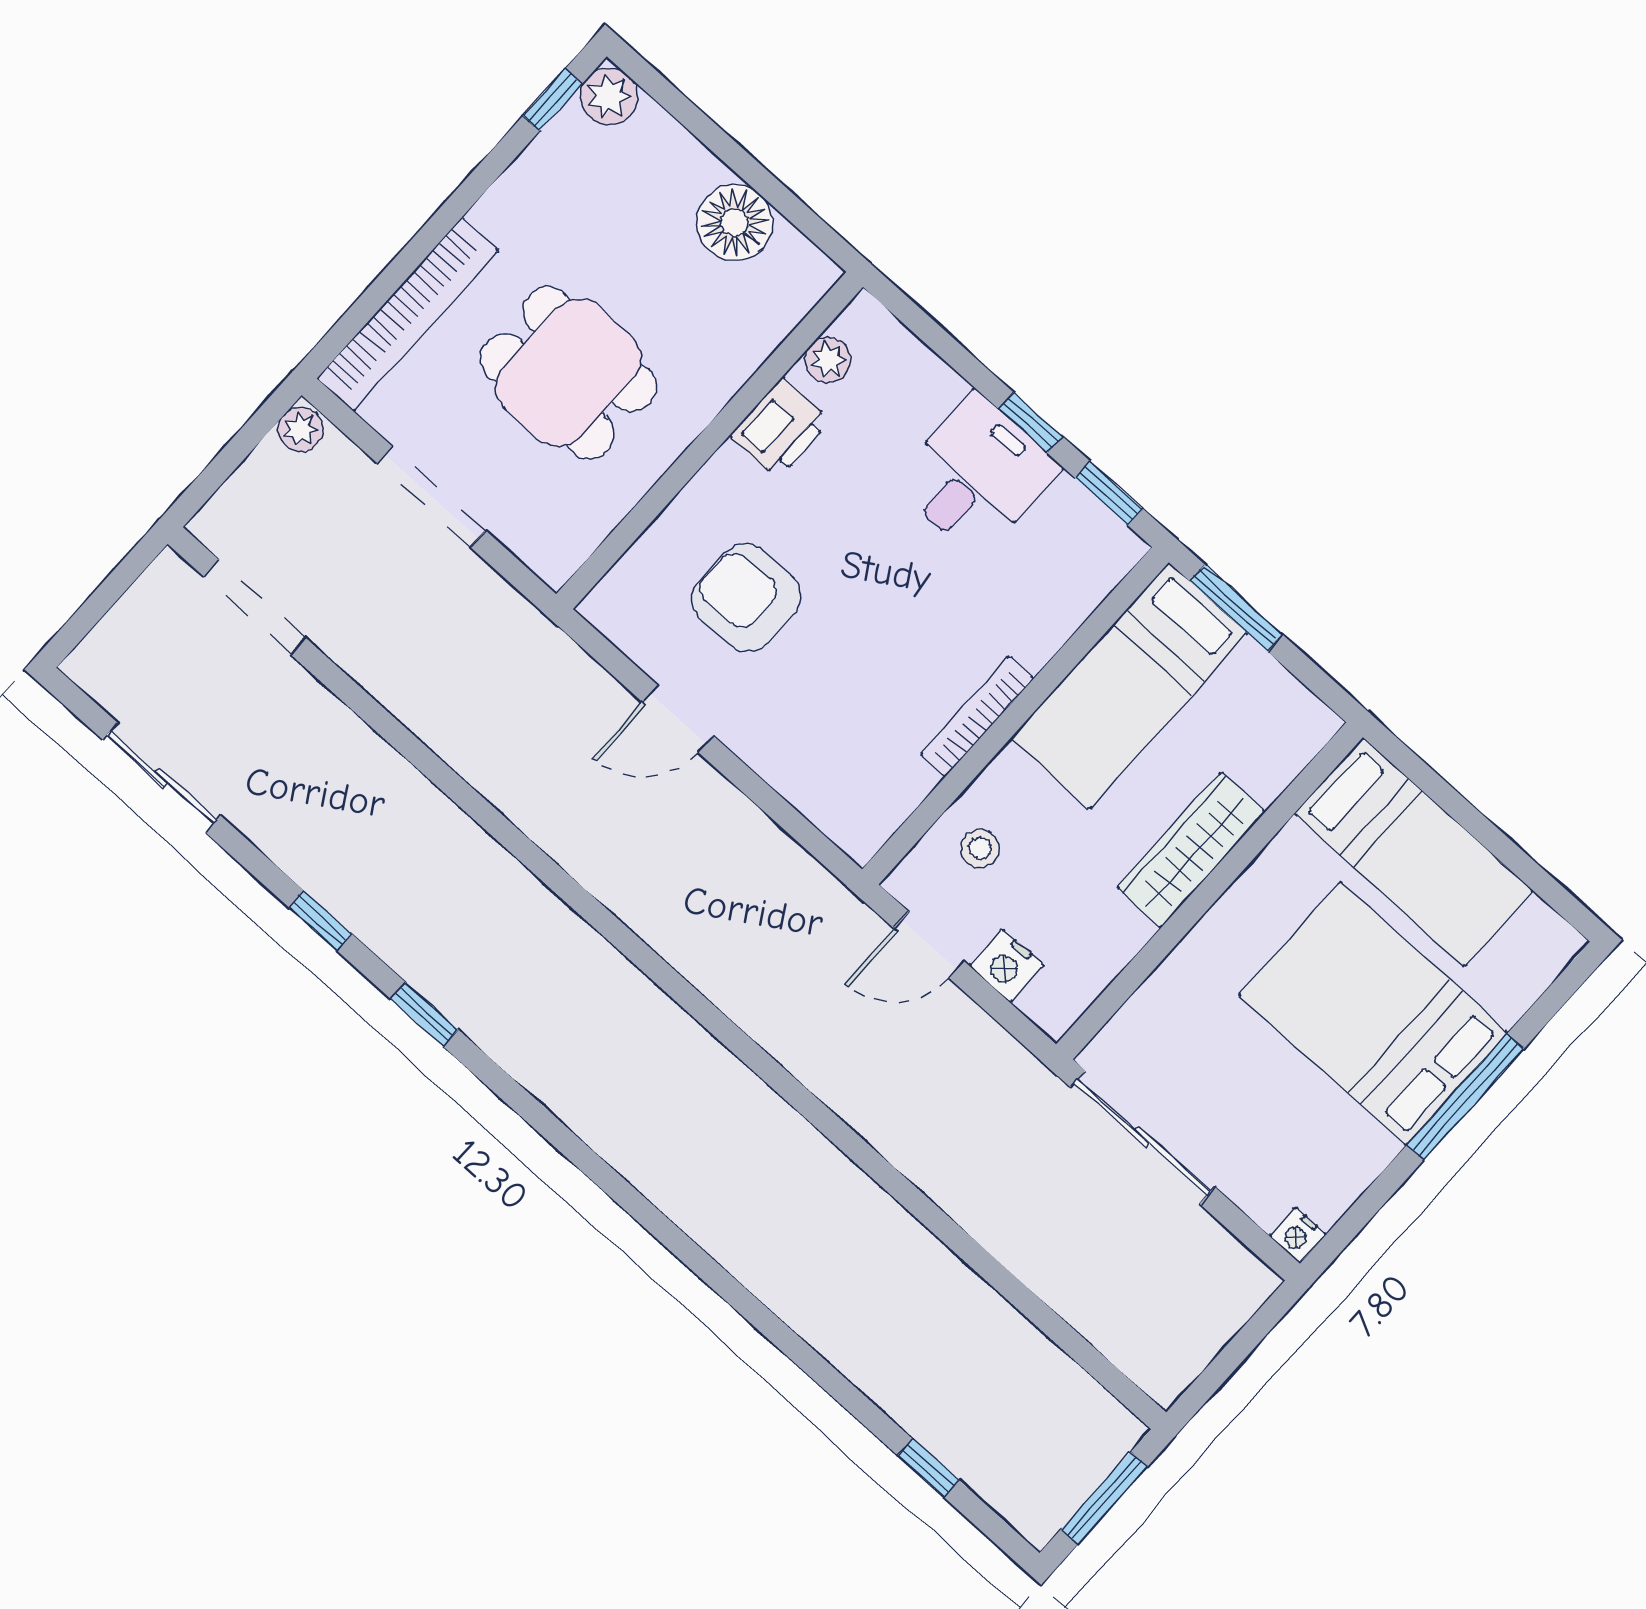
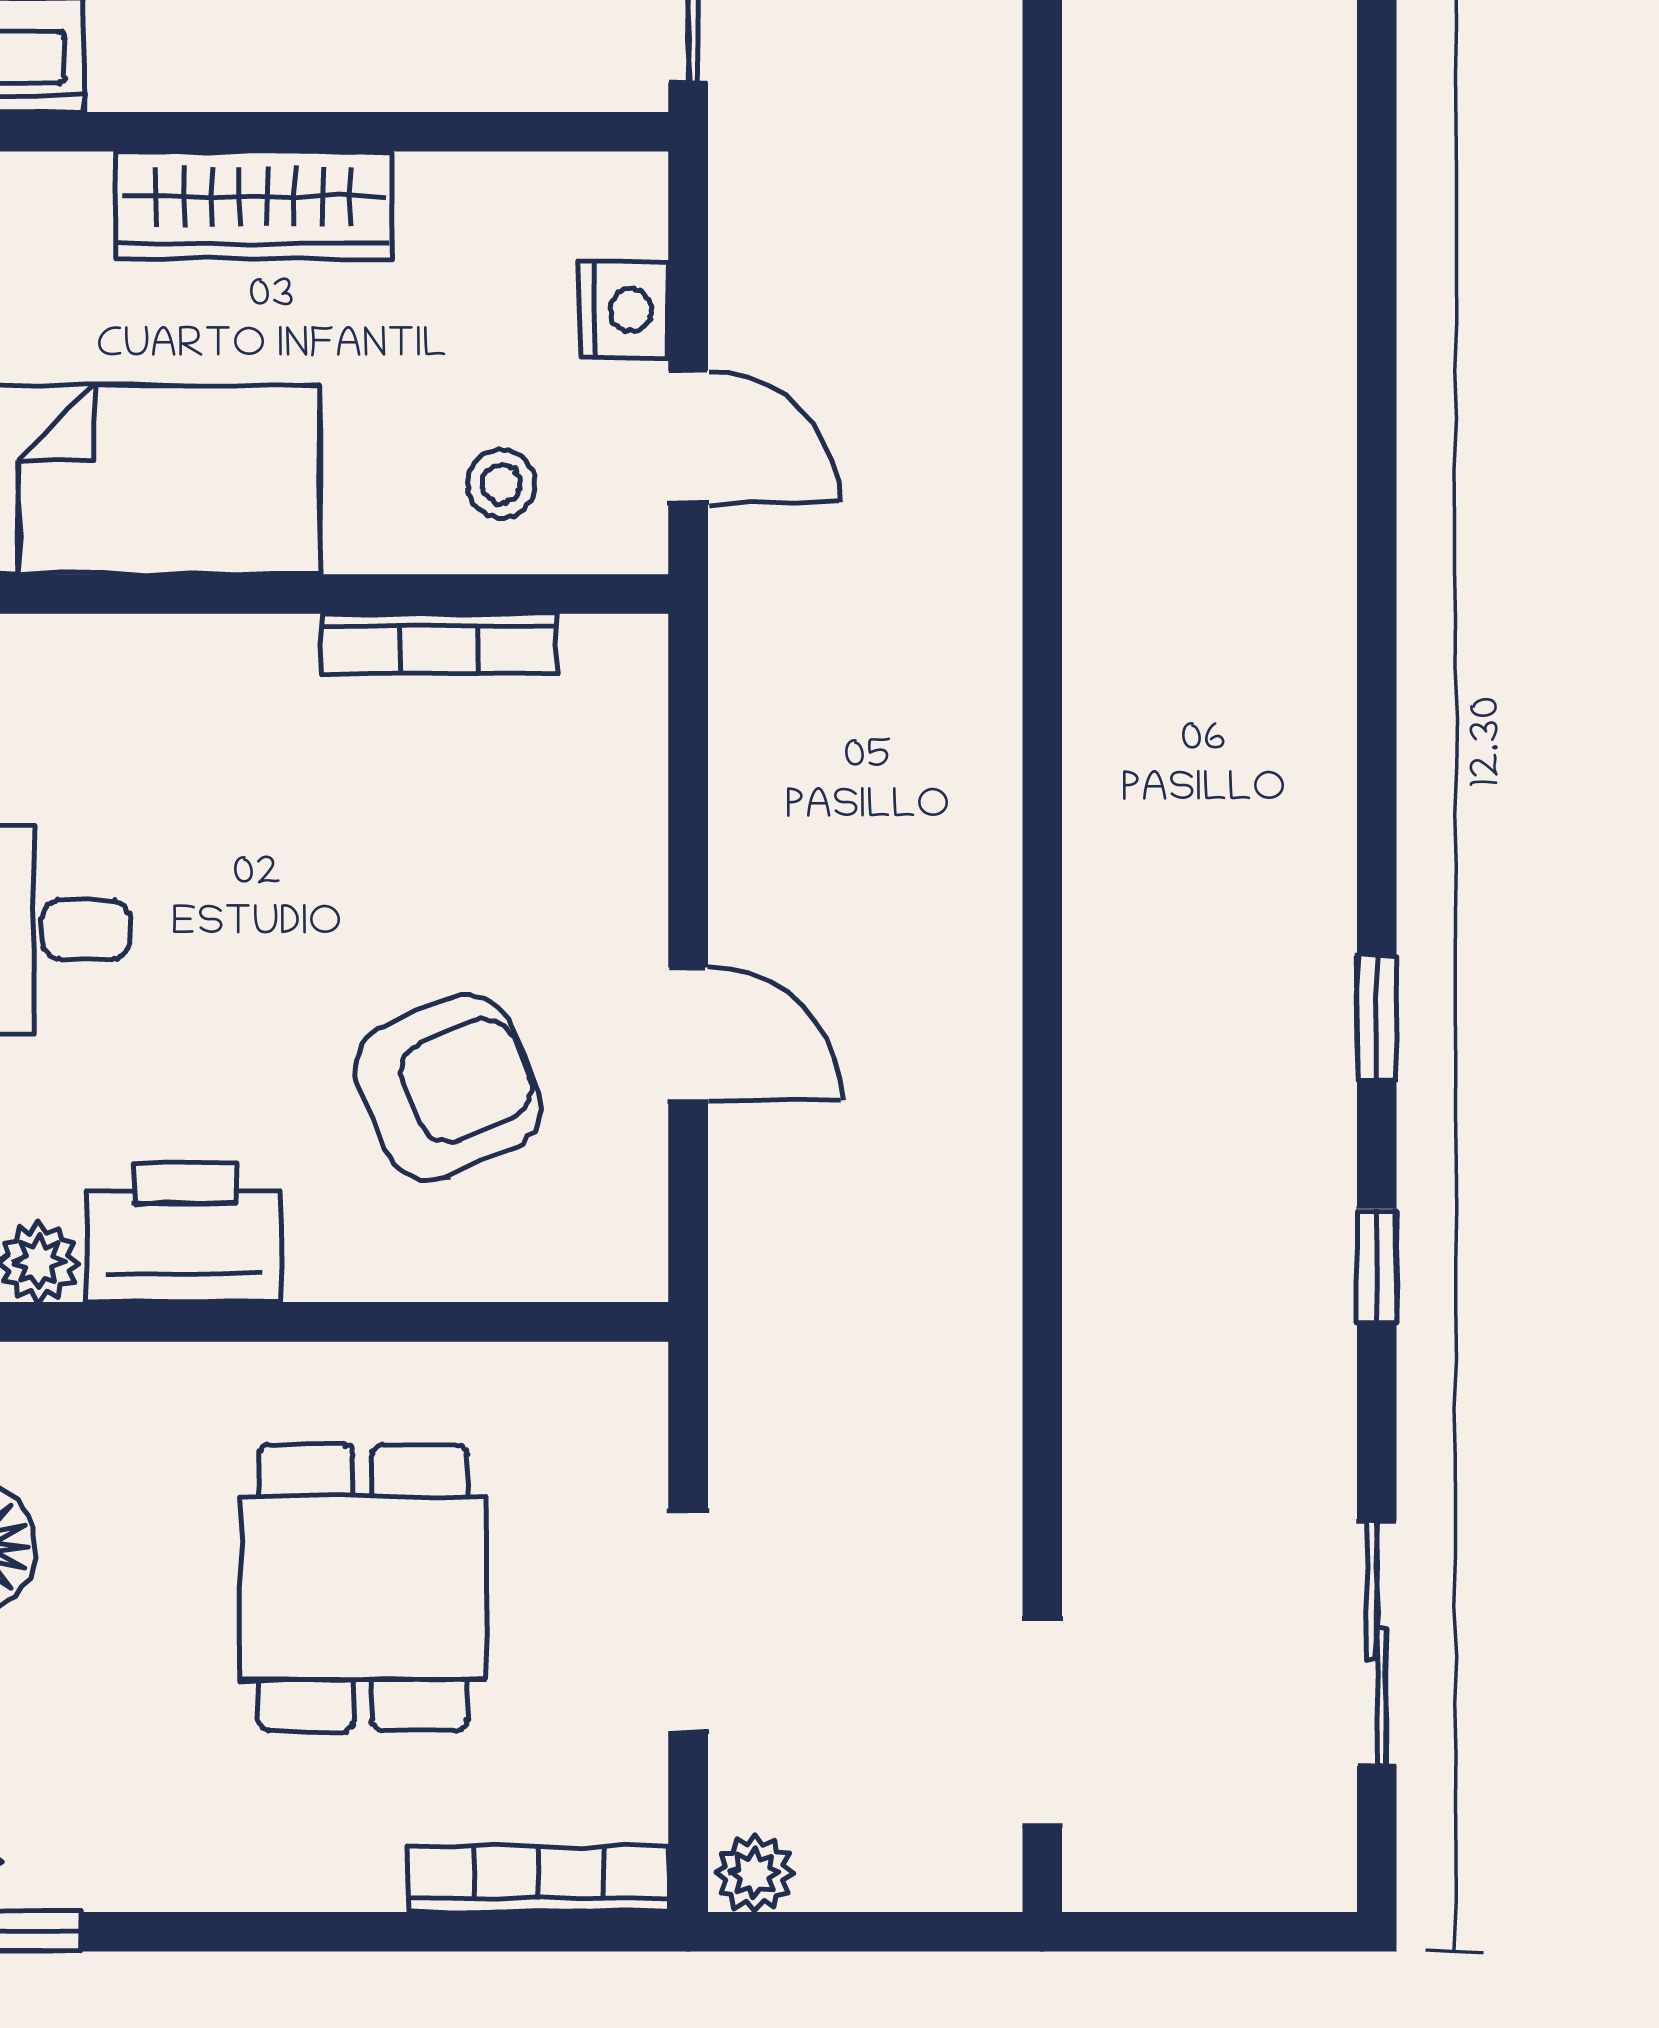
bookcase: (407, 314) -> (539, 1879), width x0.68, depth x0.76
printer: (781, 428) -> (184, 1232), width x1.37, depth x1.19
armchair: (746, 598) -> (448, 1088), turned -113
bookcase: (977, 717) -> (439, 644), moved

